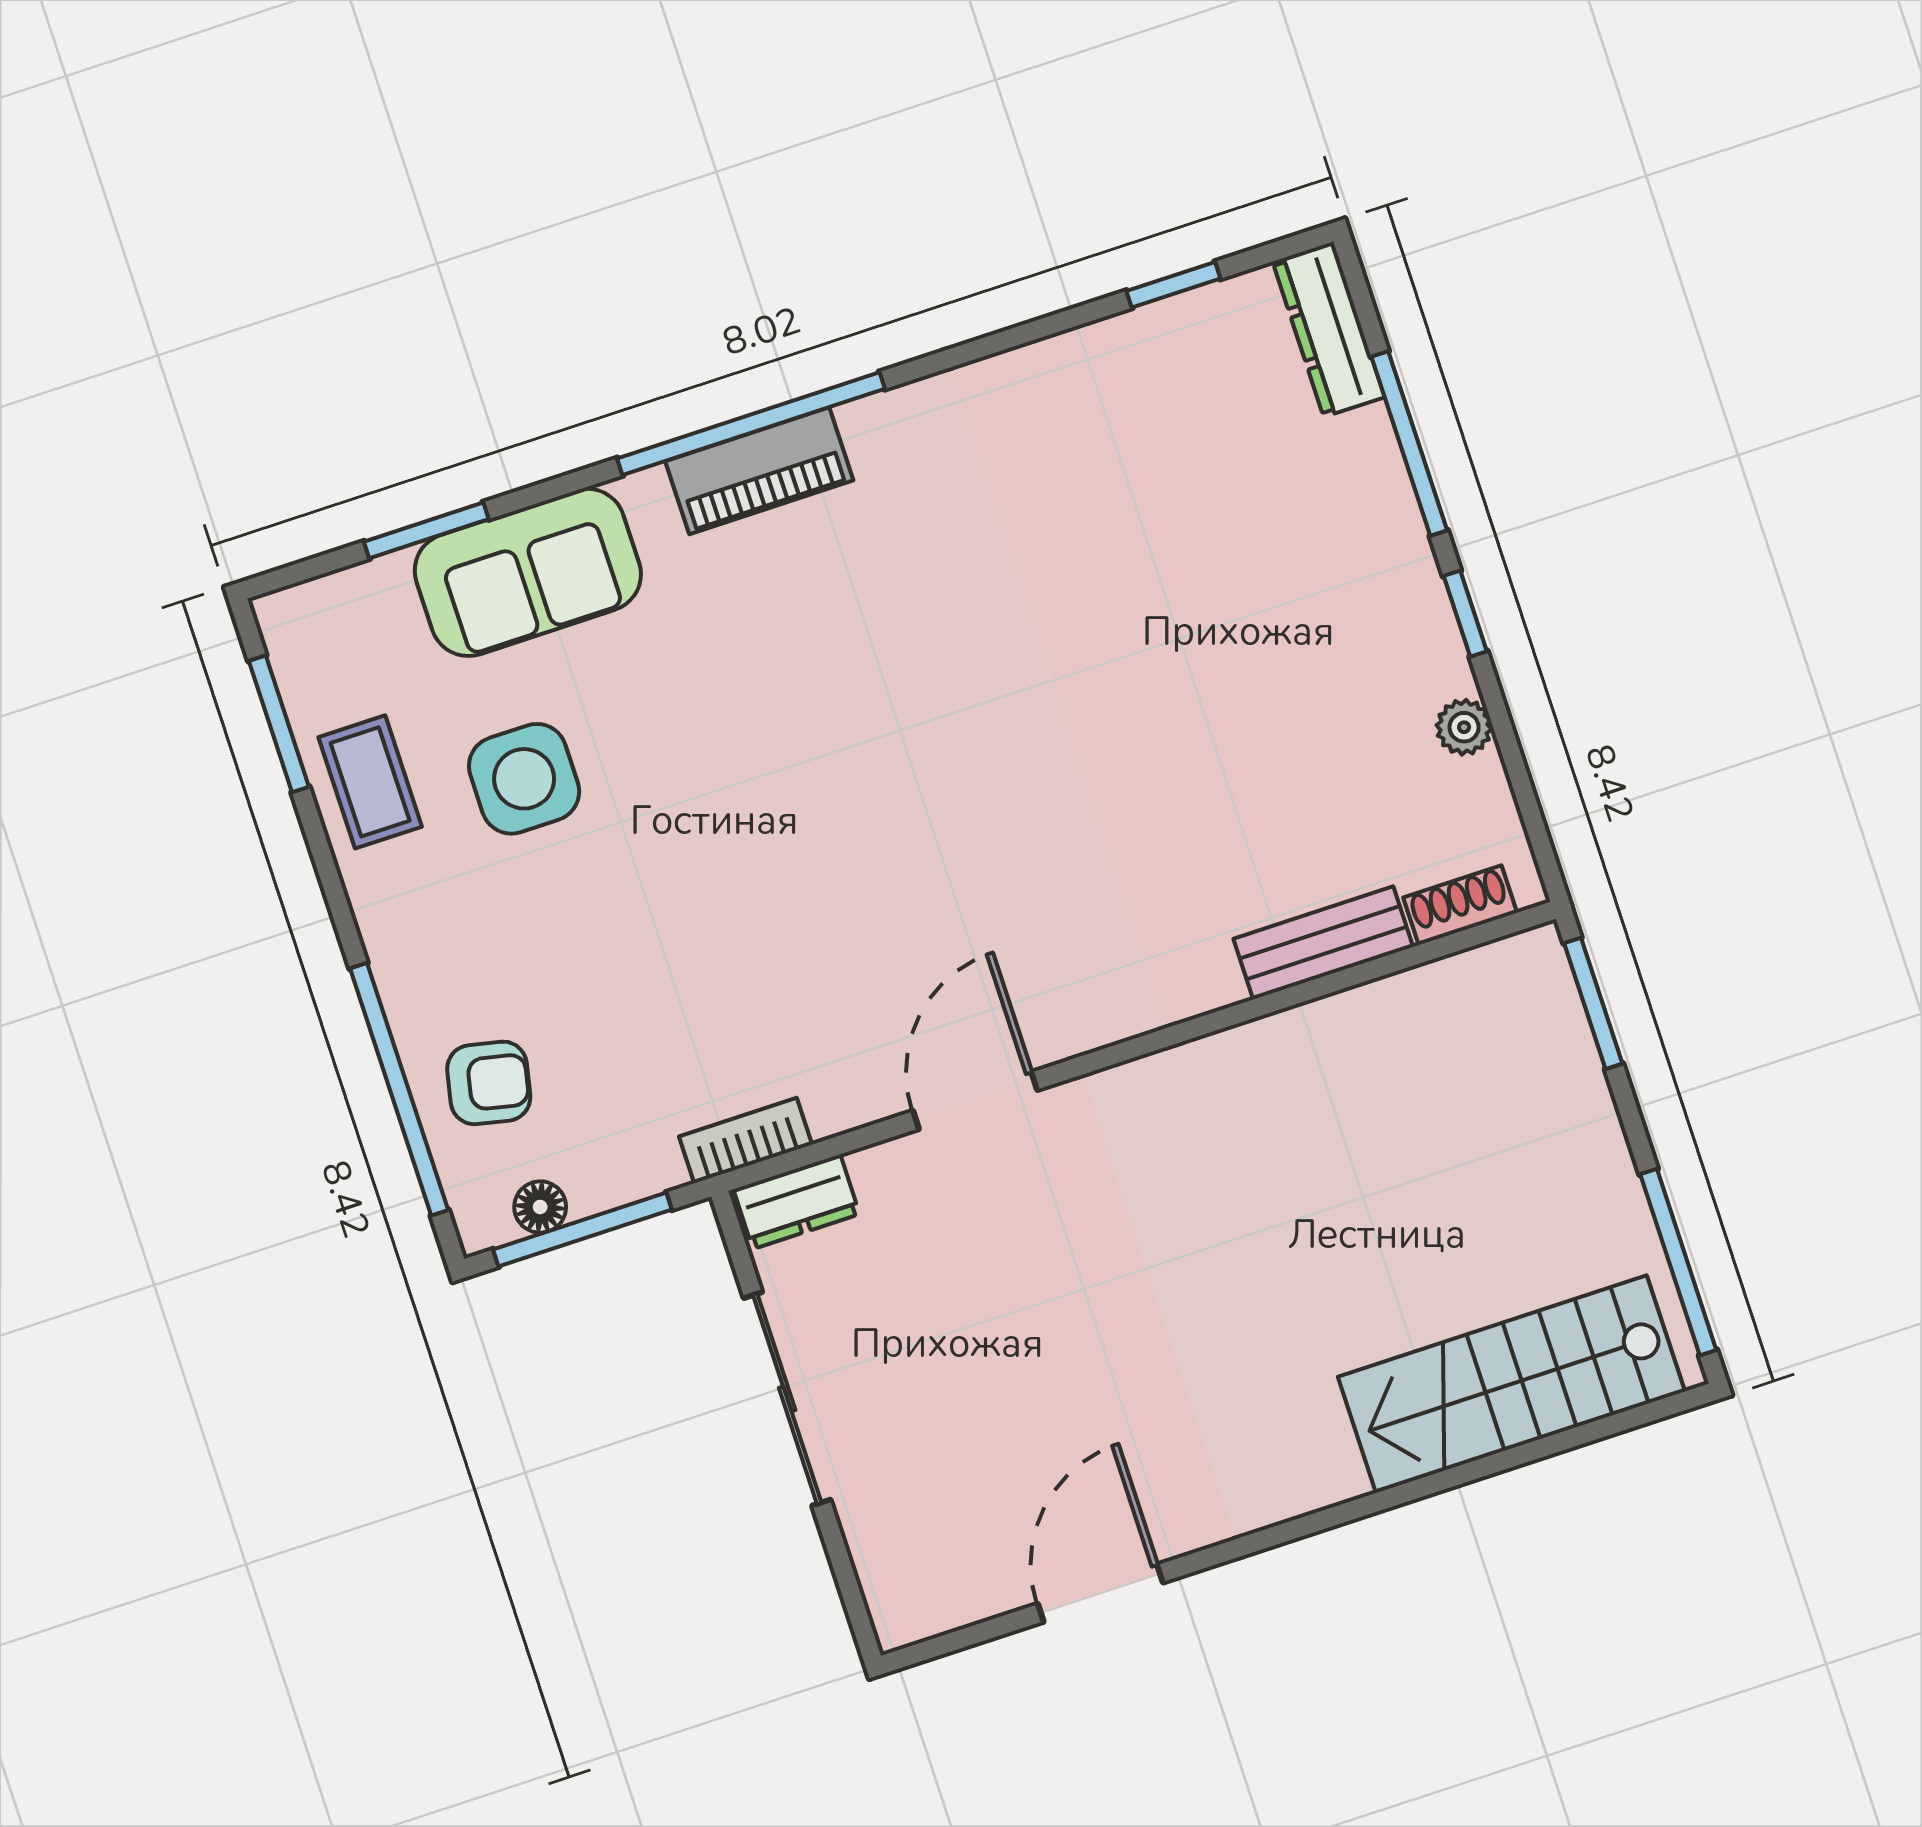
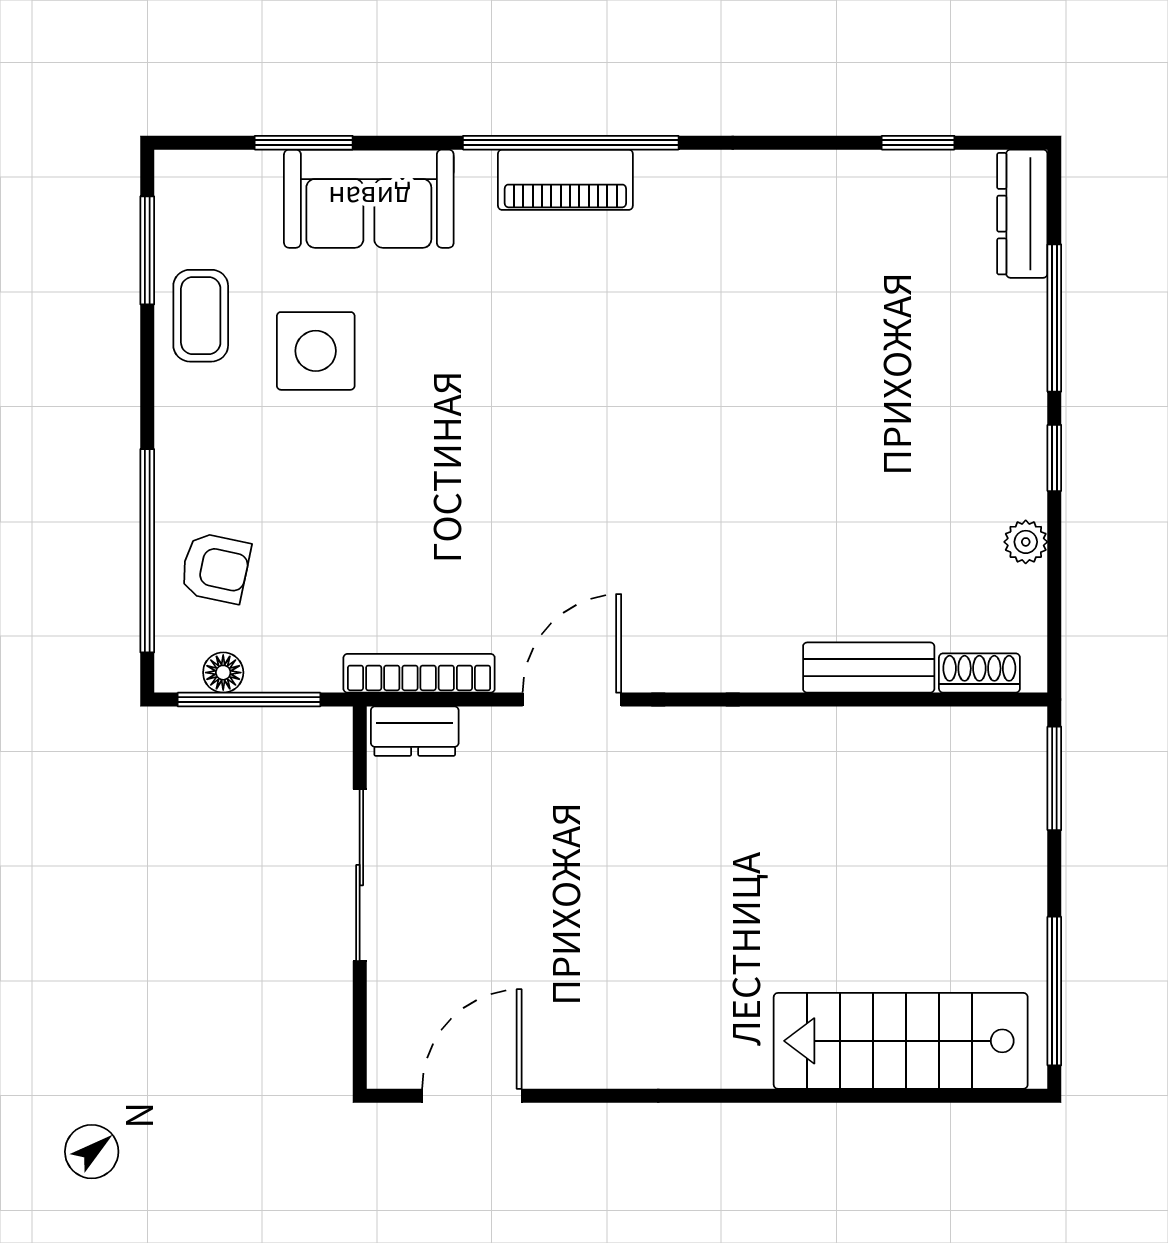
bookcase: (746, 1140) -> (419, 673), width x1.56
door: (1100, 1593) -> (472, 1096), moved

